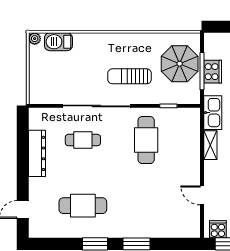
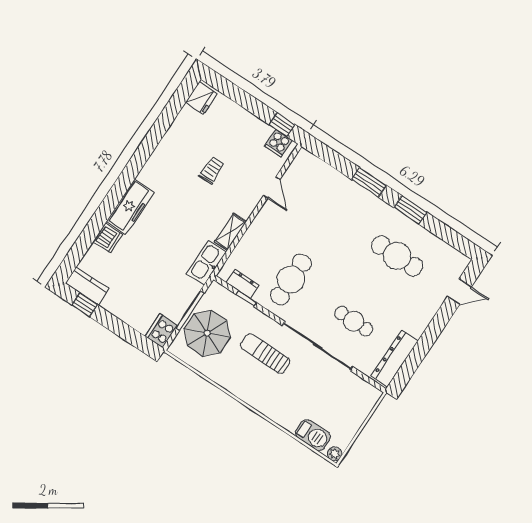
cooker: (213, 72) -> (161, 331), moved
sun lounger: (130, 76) -> (265, 354), turned 180
dresser: (178, 115) -> (243, 284), added
dresser: (37, 153) -> (395, 358), moved

